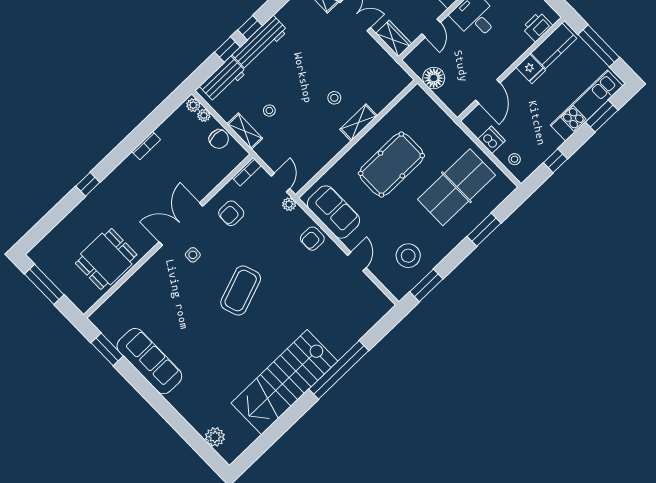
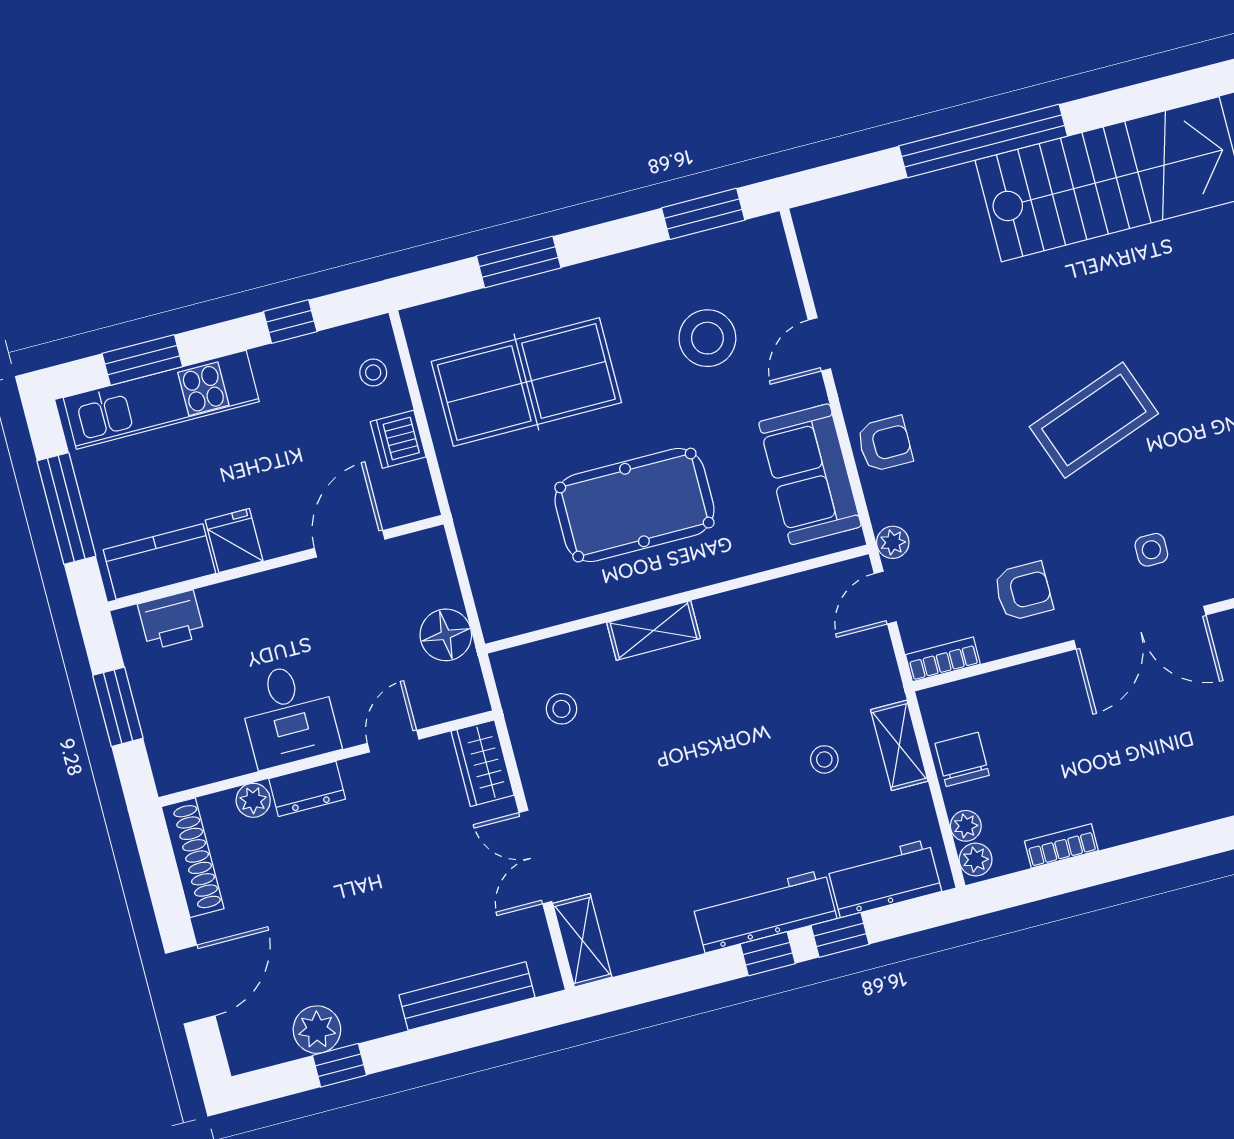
stool: (334, 98) -> (561, 709), moved
bookcase: (146, 146) -> (1061, 846), moved
stool: (408, 256) -> (707, 338), moved

